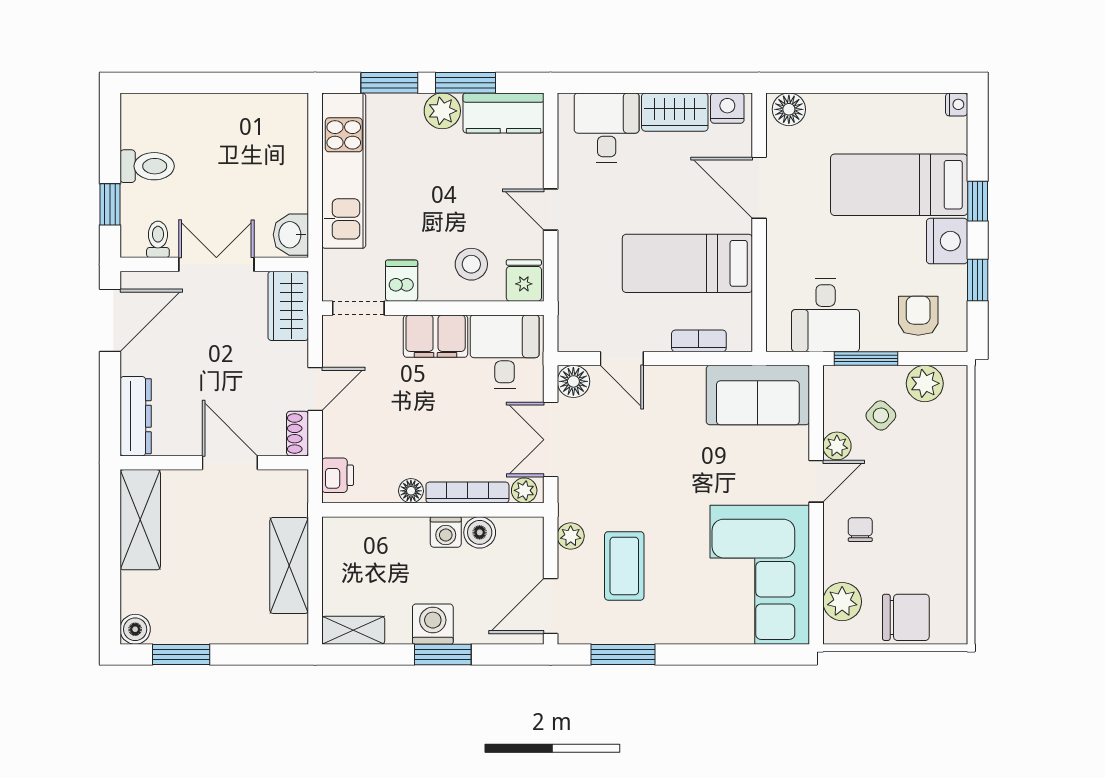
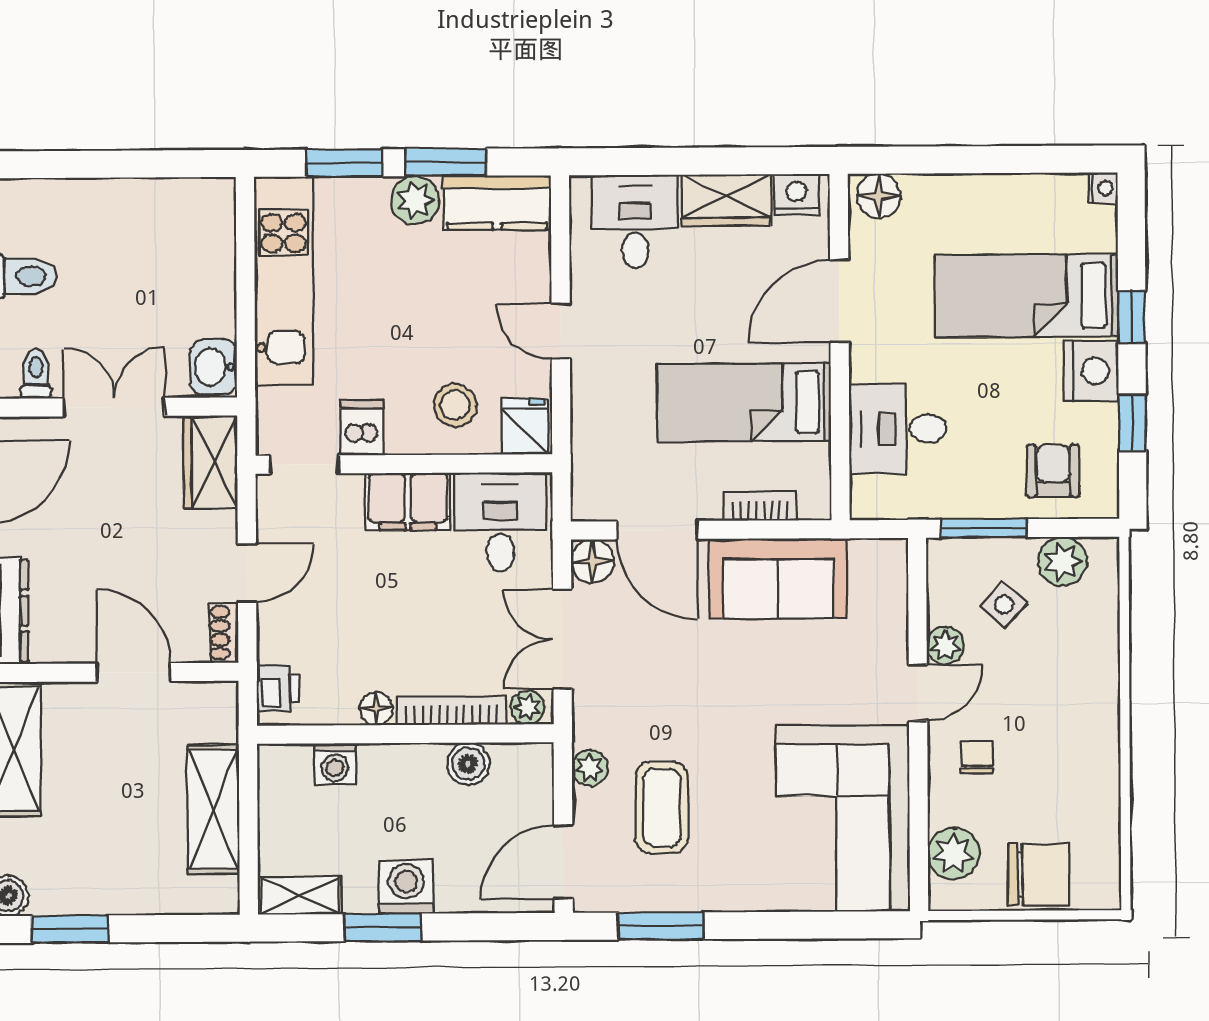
door: (759, 188) -> (839, 301), hinge flipped
desk: (826, 315) -> (898, 429), moved, turned 90
door: (622, 358) -> (657, 530), width x1.38
sofa: (758, 395) -> (778, 578), moved
washing machine: (446, 532) -> (335, 764), moved
window: (443, 654) -> (383, 927), moved

